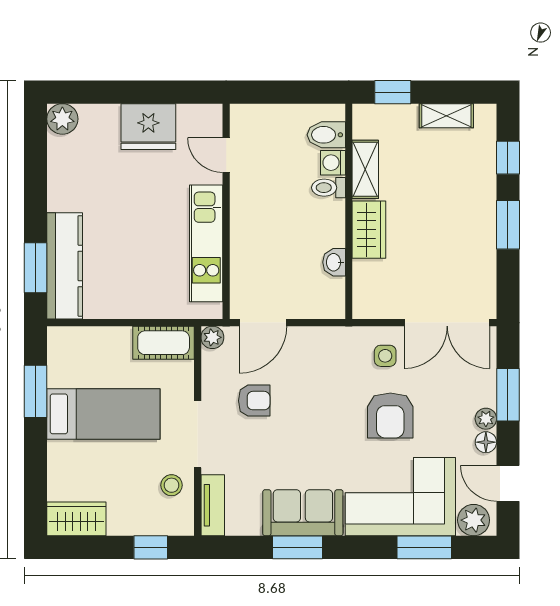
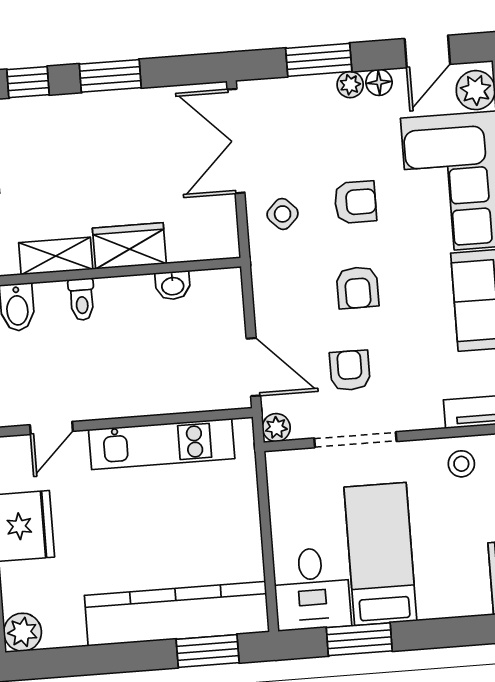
washing machine: (333, 163) -> (51, 296), removed
kitchen counter: (65, 266) -> (177, 614), width x1.39, depth x1.17
double door: (447, 323) -> (236, 141), swing flipped
cot: (164, 343) -> (287, 487), removed
desk: (79, 356) -> (312, 589), added
side table: (385, 356) -> (283, 214), turned 45
armchair: (321, 412) -> (358, 288), added
armchair: (390, 416) -> (355, 202), width x0.72, depth x0.72
doorway: (198, 434) -> (355, 440), moved

